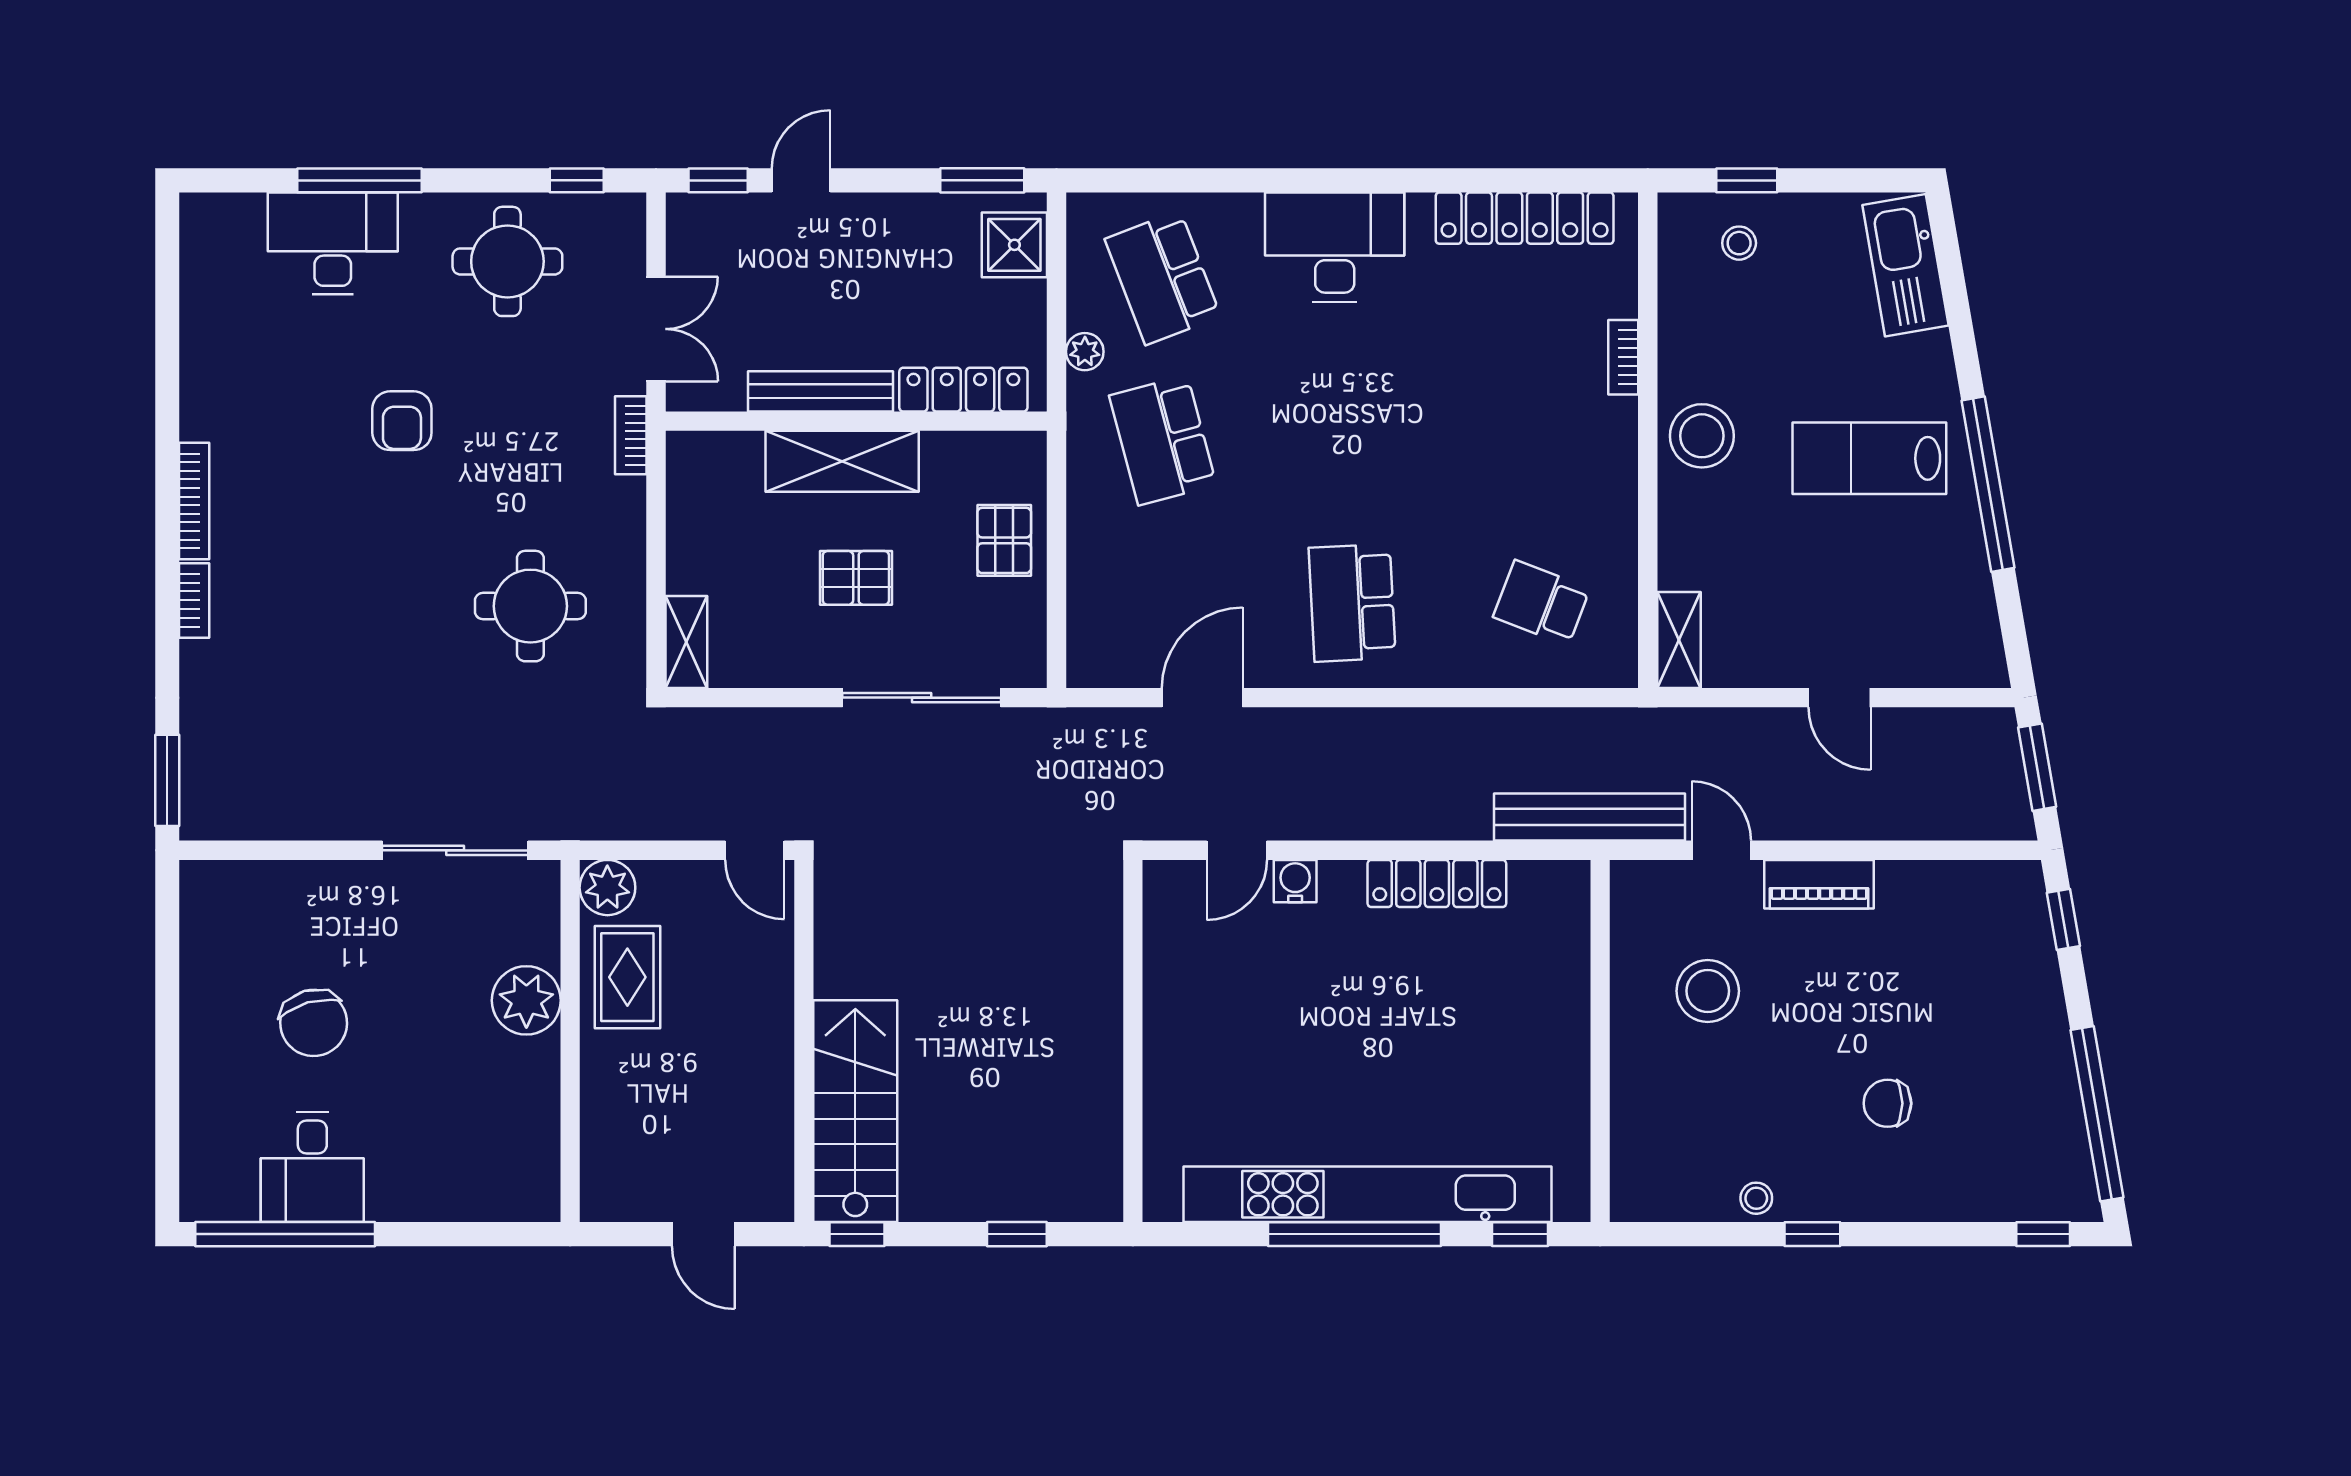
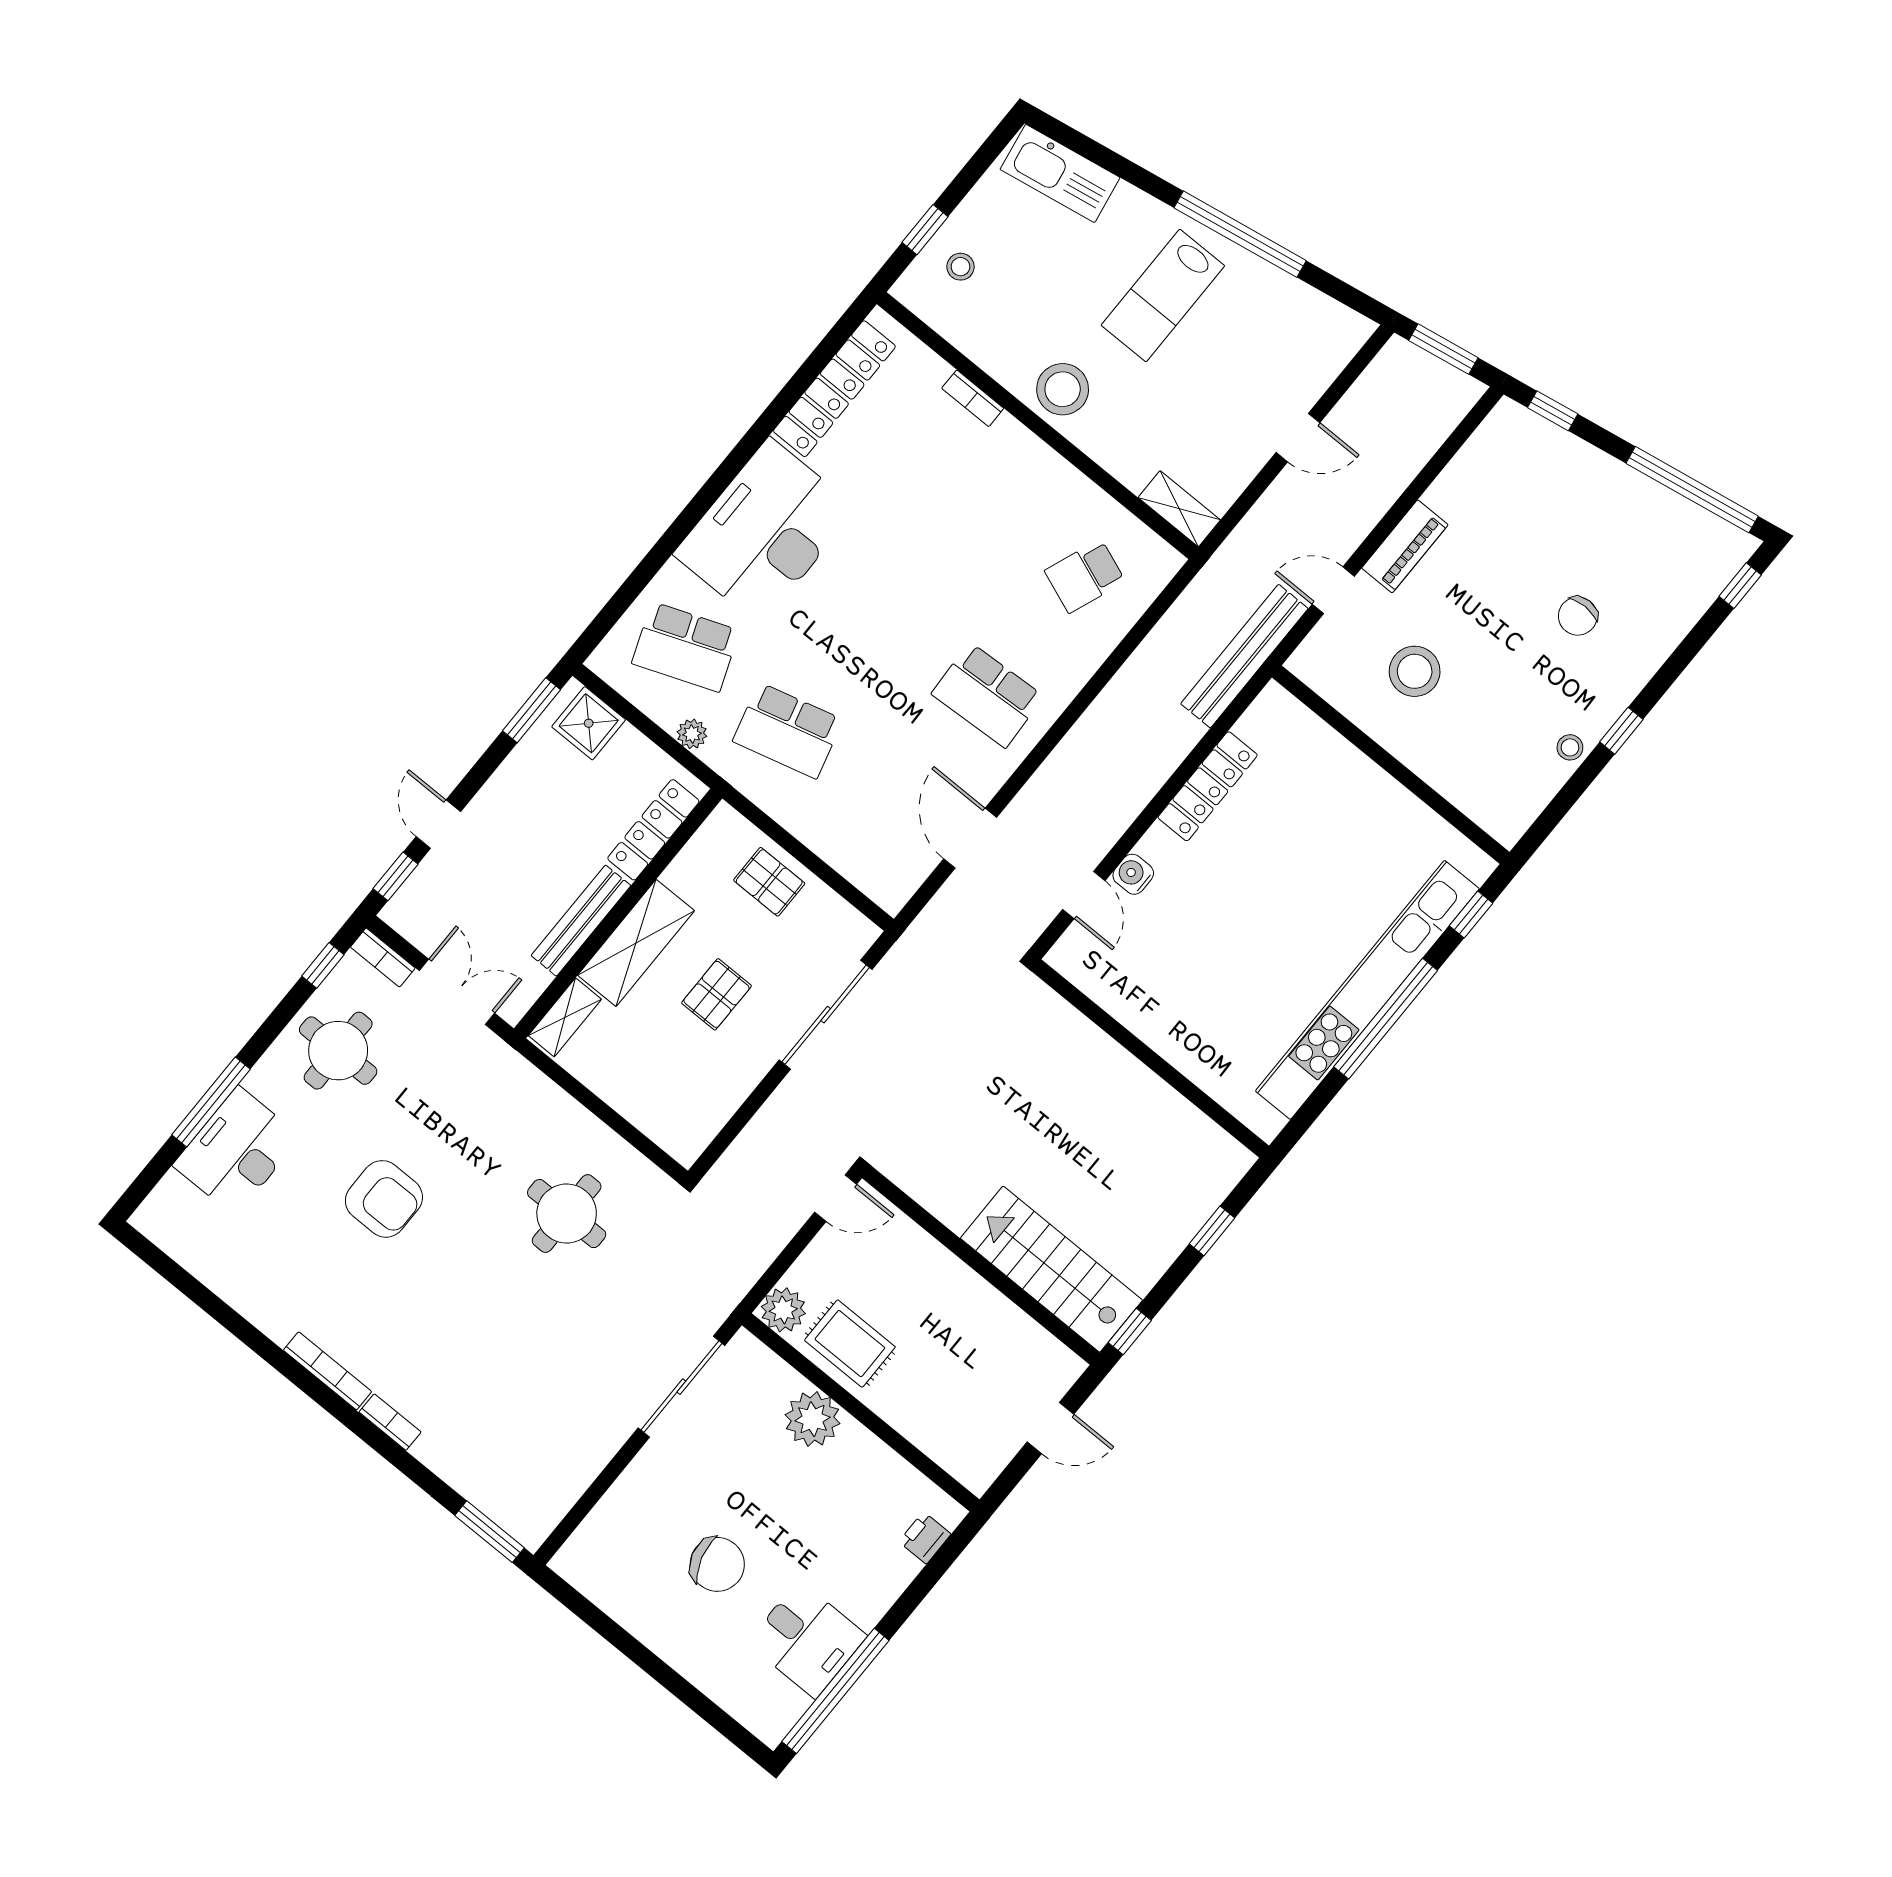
desk: (1335, 247) -> (765, 531), width x1.36, depth x1.30
armchair: (402, 421) -> (384, 1199), width x1.38, depth x1.38
bookcase: (631, 435) -> (383, 958), moved
shelving: (686, 642) -> (565, 1017), moved, turned 90
printer: (501, 1200) -> (925, 1538), added

